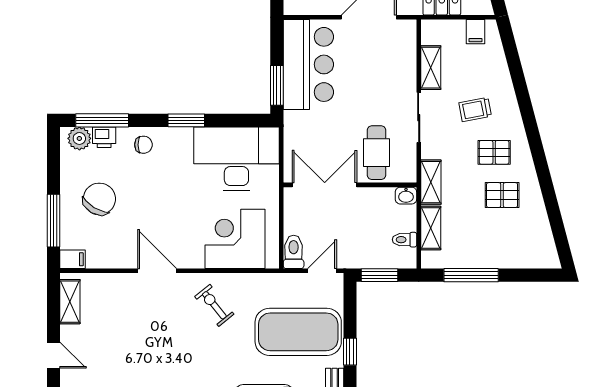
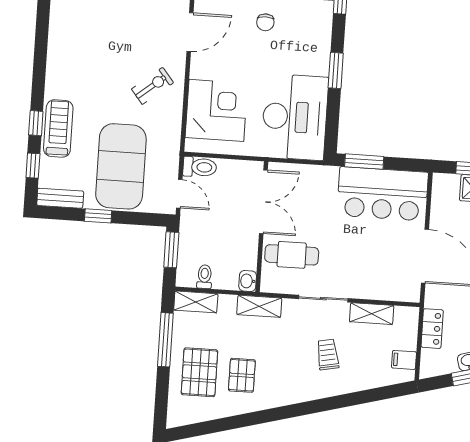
chair: (143, 145) -> (265, 22), moved
pallet: (494, 152) -> (199, 372), moved, width x1.50, depth x1.42
shelving: (431, 228) -> (196, 302), moved

